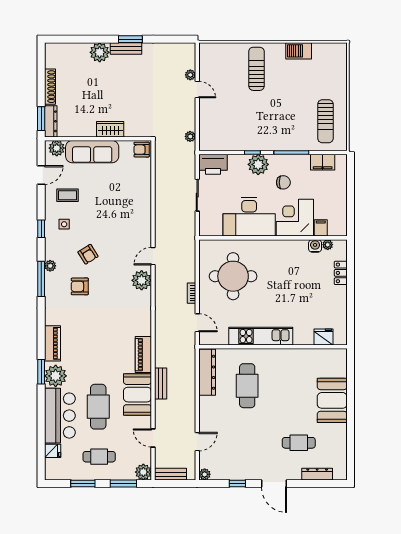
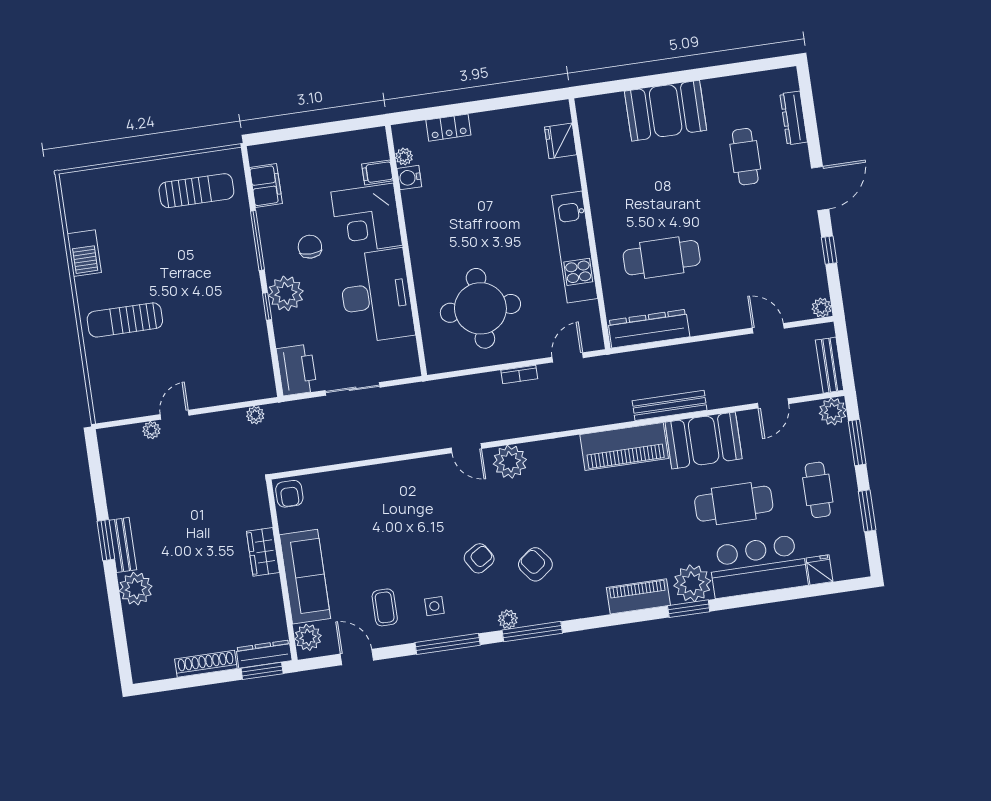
window: (41, 229) -> (448, 644), width x2.17
armchair: (80, 286) -> (535, 564), turned 143
piano: (143, 355) -> (624, 447), width x1.37, depth x1.33
bench: (161, 383) -> (670, 405), width x1.36

